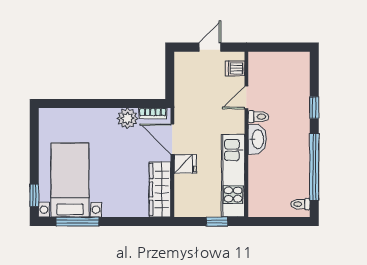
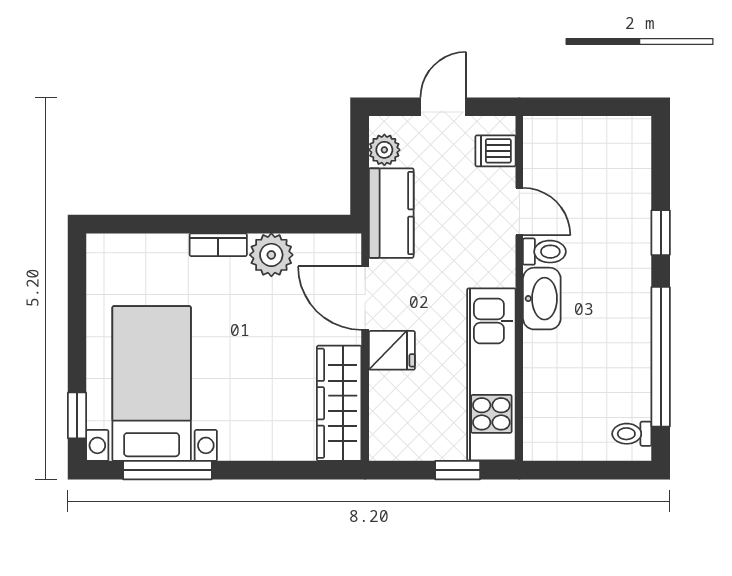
plant: (182, 68) -> (384, 150), added
door: (246, 97) -> (519, 211), swing flipped
kitchen counter: (185, 98) -> (391, 213), added
bookcase: (153, 113) -> (218, 245), moved

